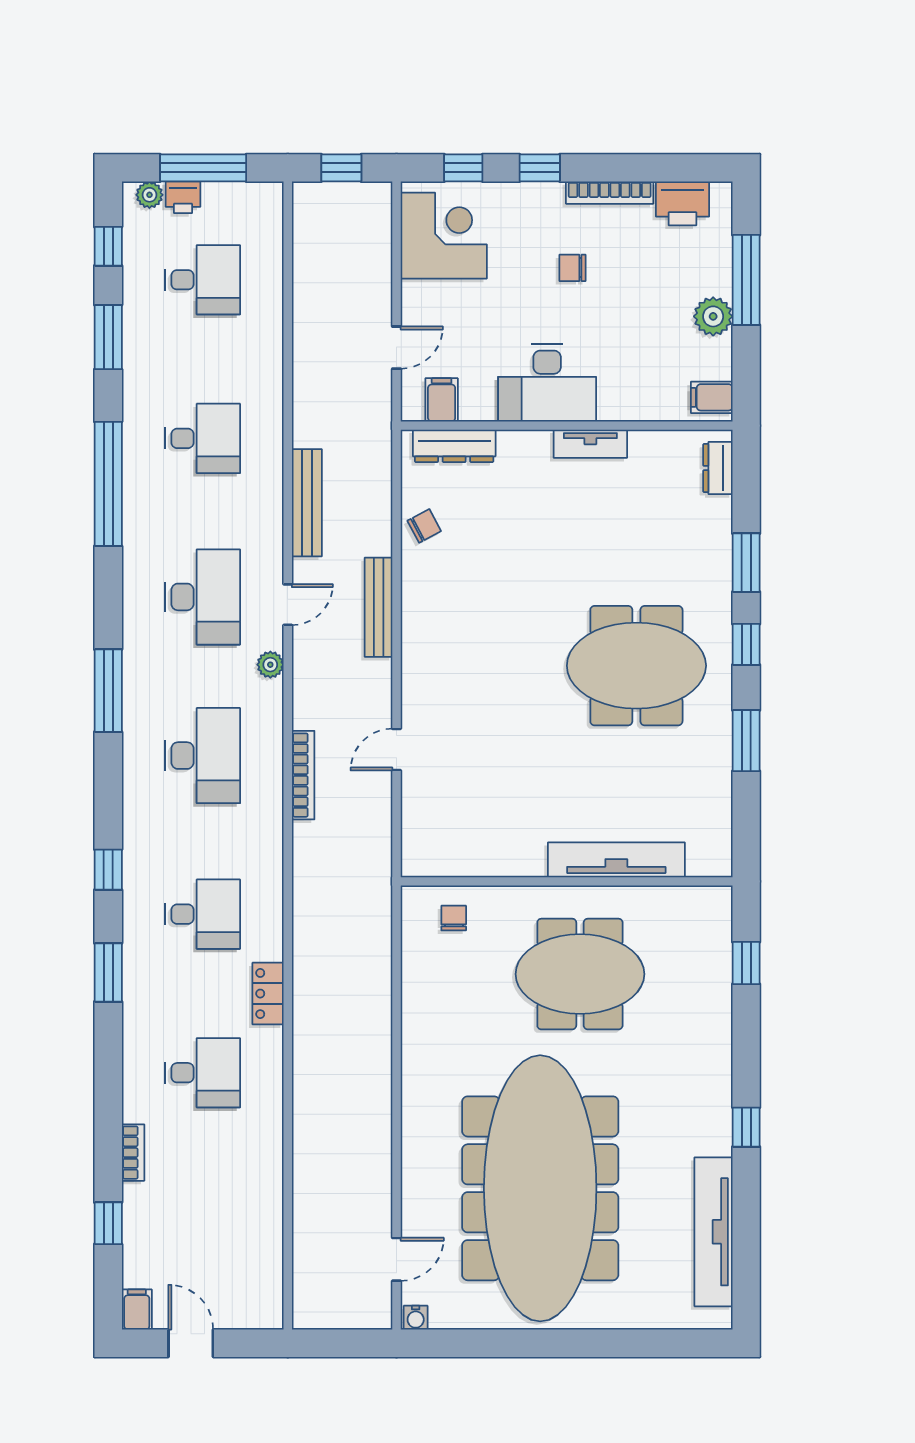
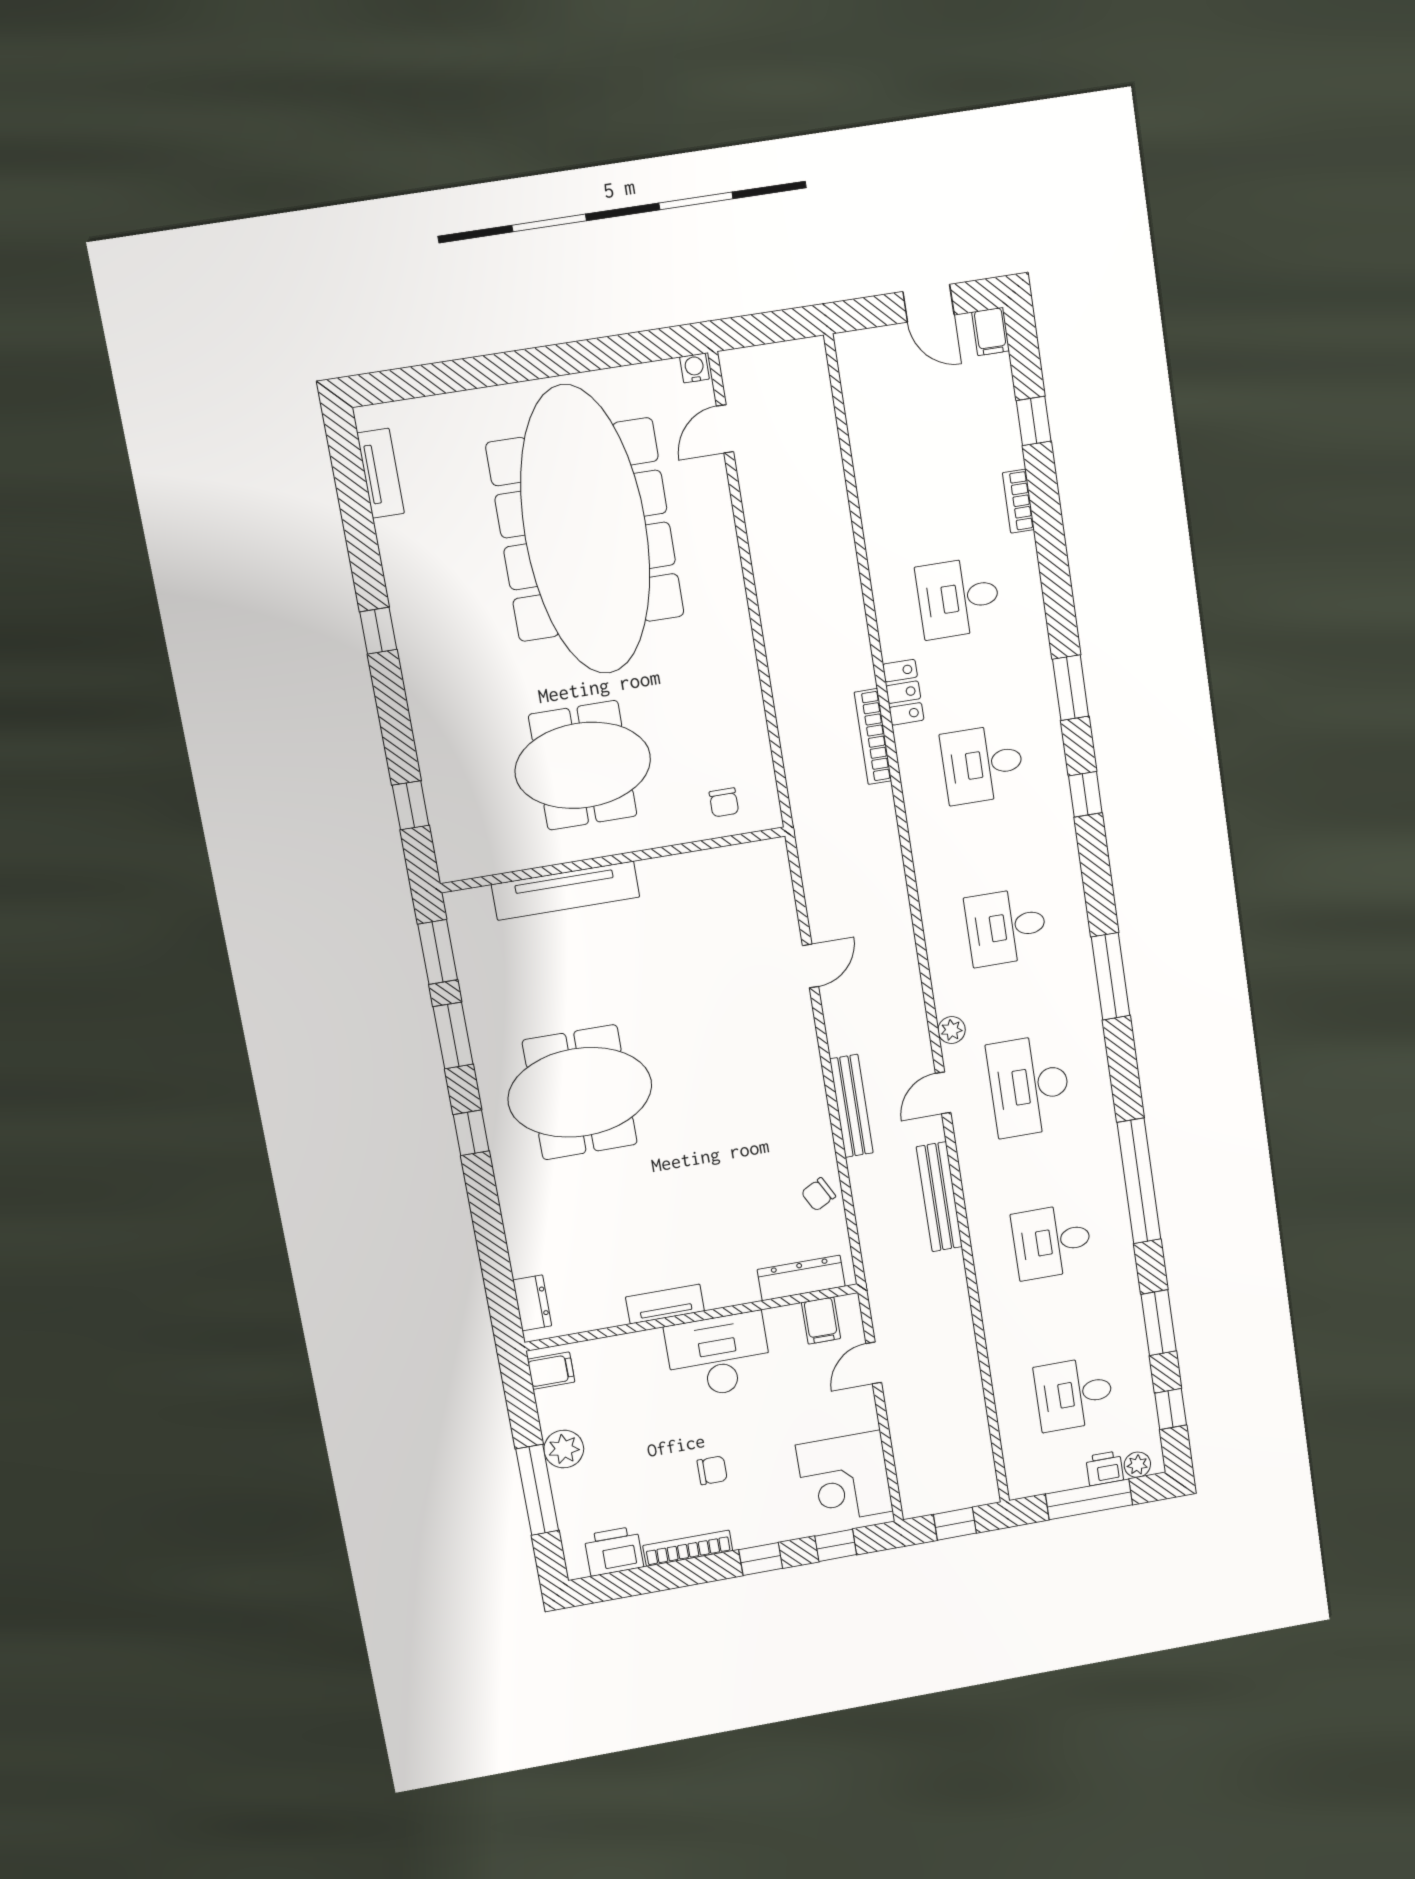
window: (746, 563) -> (438, 952), moved
desk: (203, 756) -> (1006, 927), width x0.73
bookcase: (303, 775) -> (873, 737), moved
tv unit: (713, 1232) -> (381, 473), width x0.52, depth x0.78

